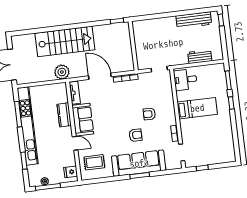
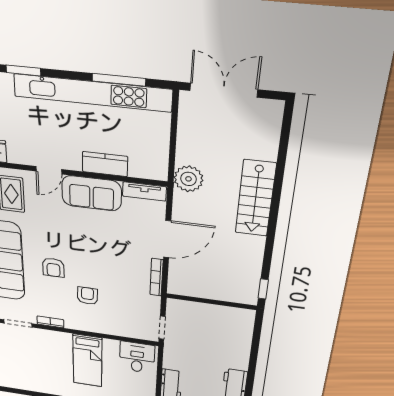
stairs: (65, 41) -> (255, 199), width x0.73, depth x0.66

